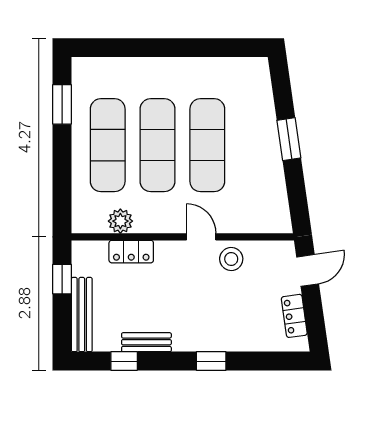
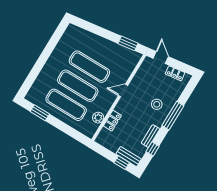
window: (289, 139) -> (128, 43), moved
stool: (231, 259) -> (157, 104), moved
window: (62, 279) -> (122, 163), moved
bench: (82, 315) -> (129, 157), width x0.73
window: (211, 361) -> (173, 116), width x2.17

